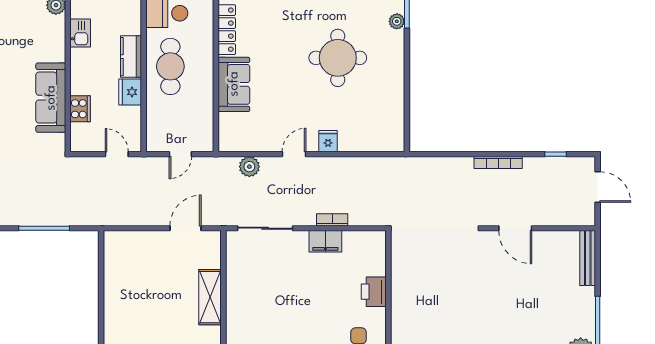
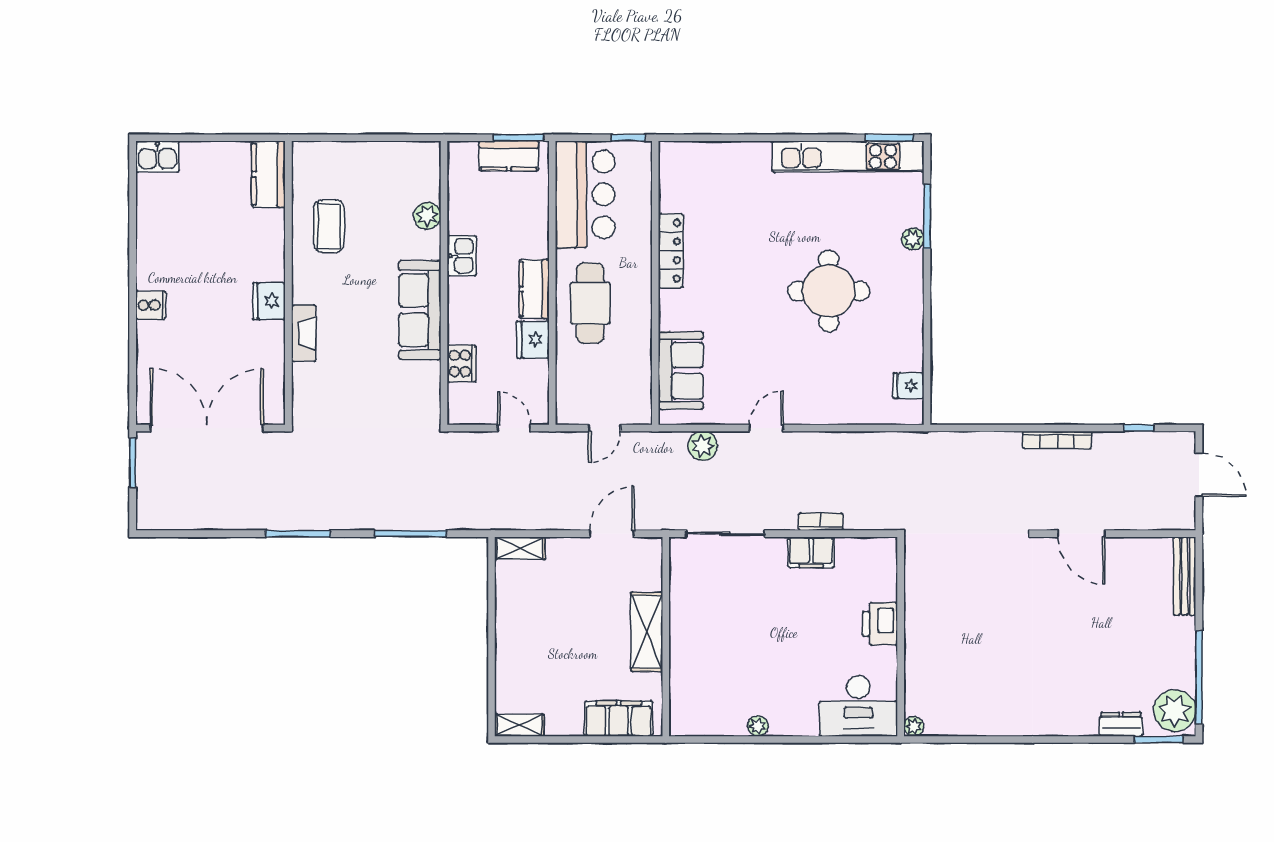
sofa: (234, 84) -> (681, 371), moved
sofa: (51, 98) -> (420, 310), moved
fridge: (328, 141) -> (908, 386), moved, turned -90
shelving: (121, 238) -> (520, 548), added

